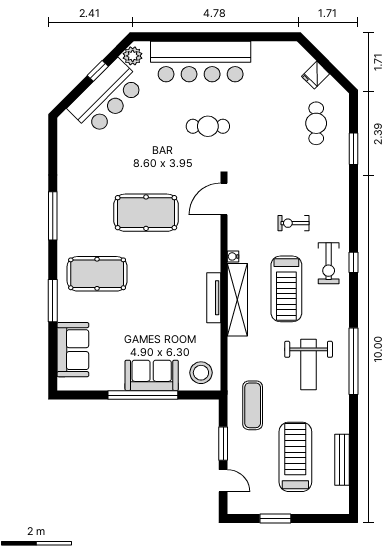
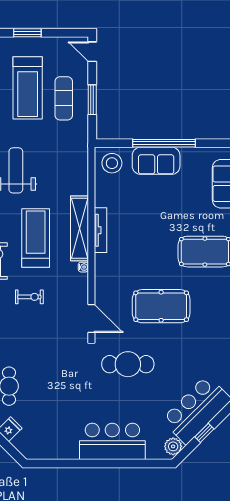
bar counter: (201, 62) -> (112, 441), width x0.73
cafe table: (208, 126) -> (128, 364), moved, width x1.37, depth x1.35
door: (224, 199) -> (91, 318), hinge flipped
exercise mat: (253, 405) -> (64, 98), moved
door: (223, 481) -> (92, 52), moved
window: (275, 519) -> (27, 33), moved

